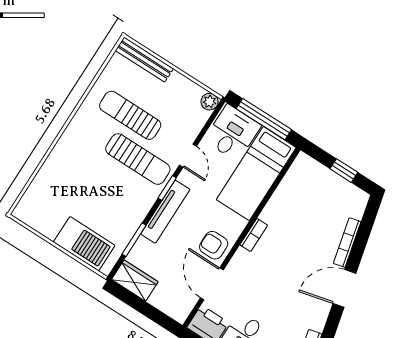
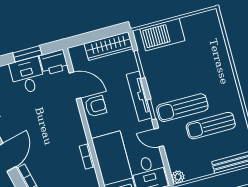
sun lounger: (130, 115) -> (211, 126), turned 180
bookcase: (254, 235) -> (87, 156), moved
wardrobe: (135, 281) -> (109, 46), width x1.50

